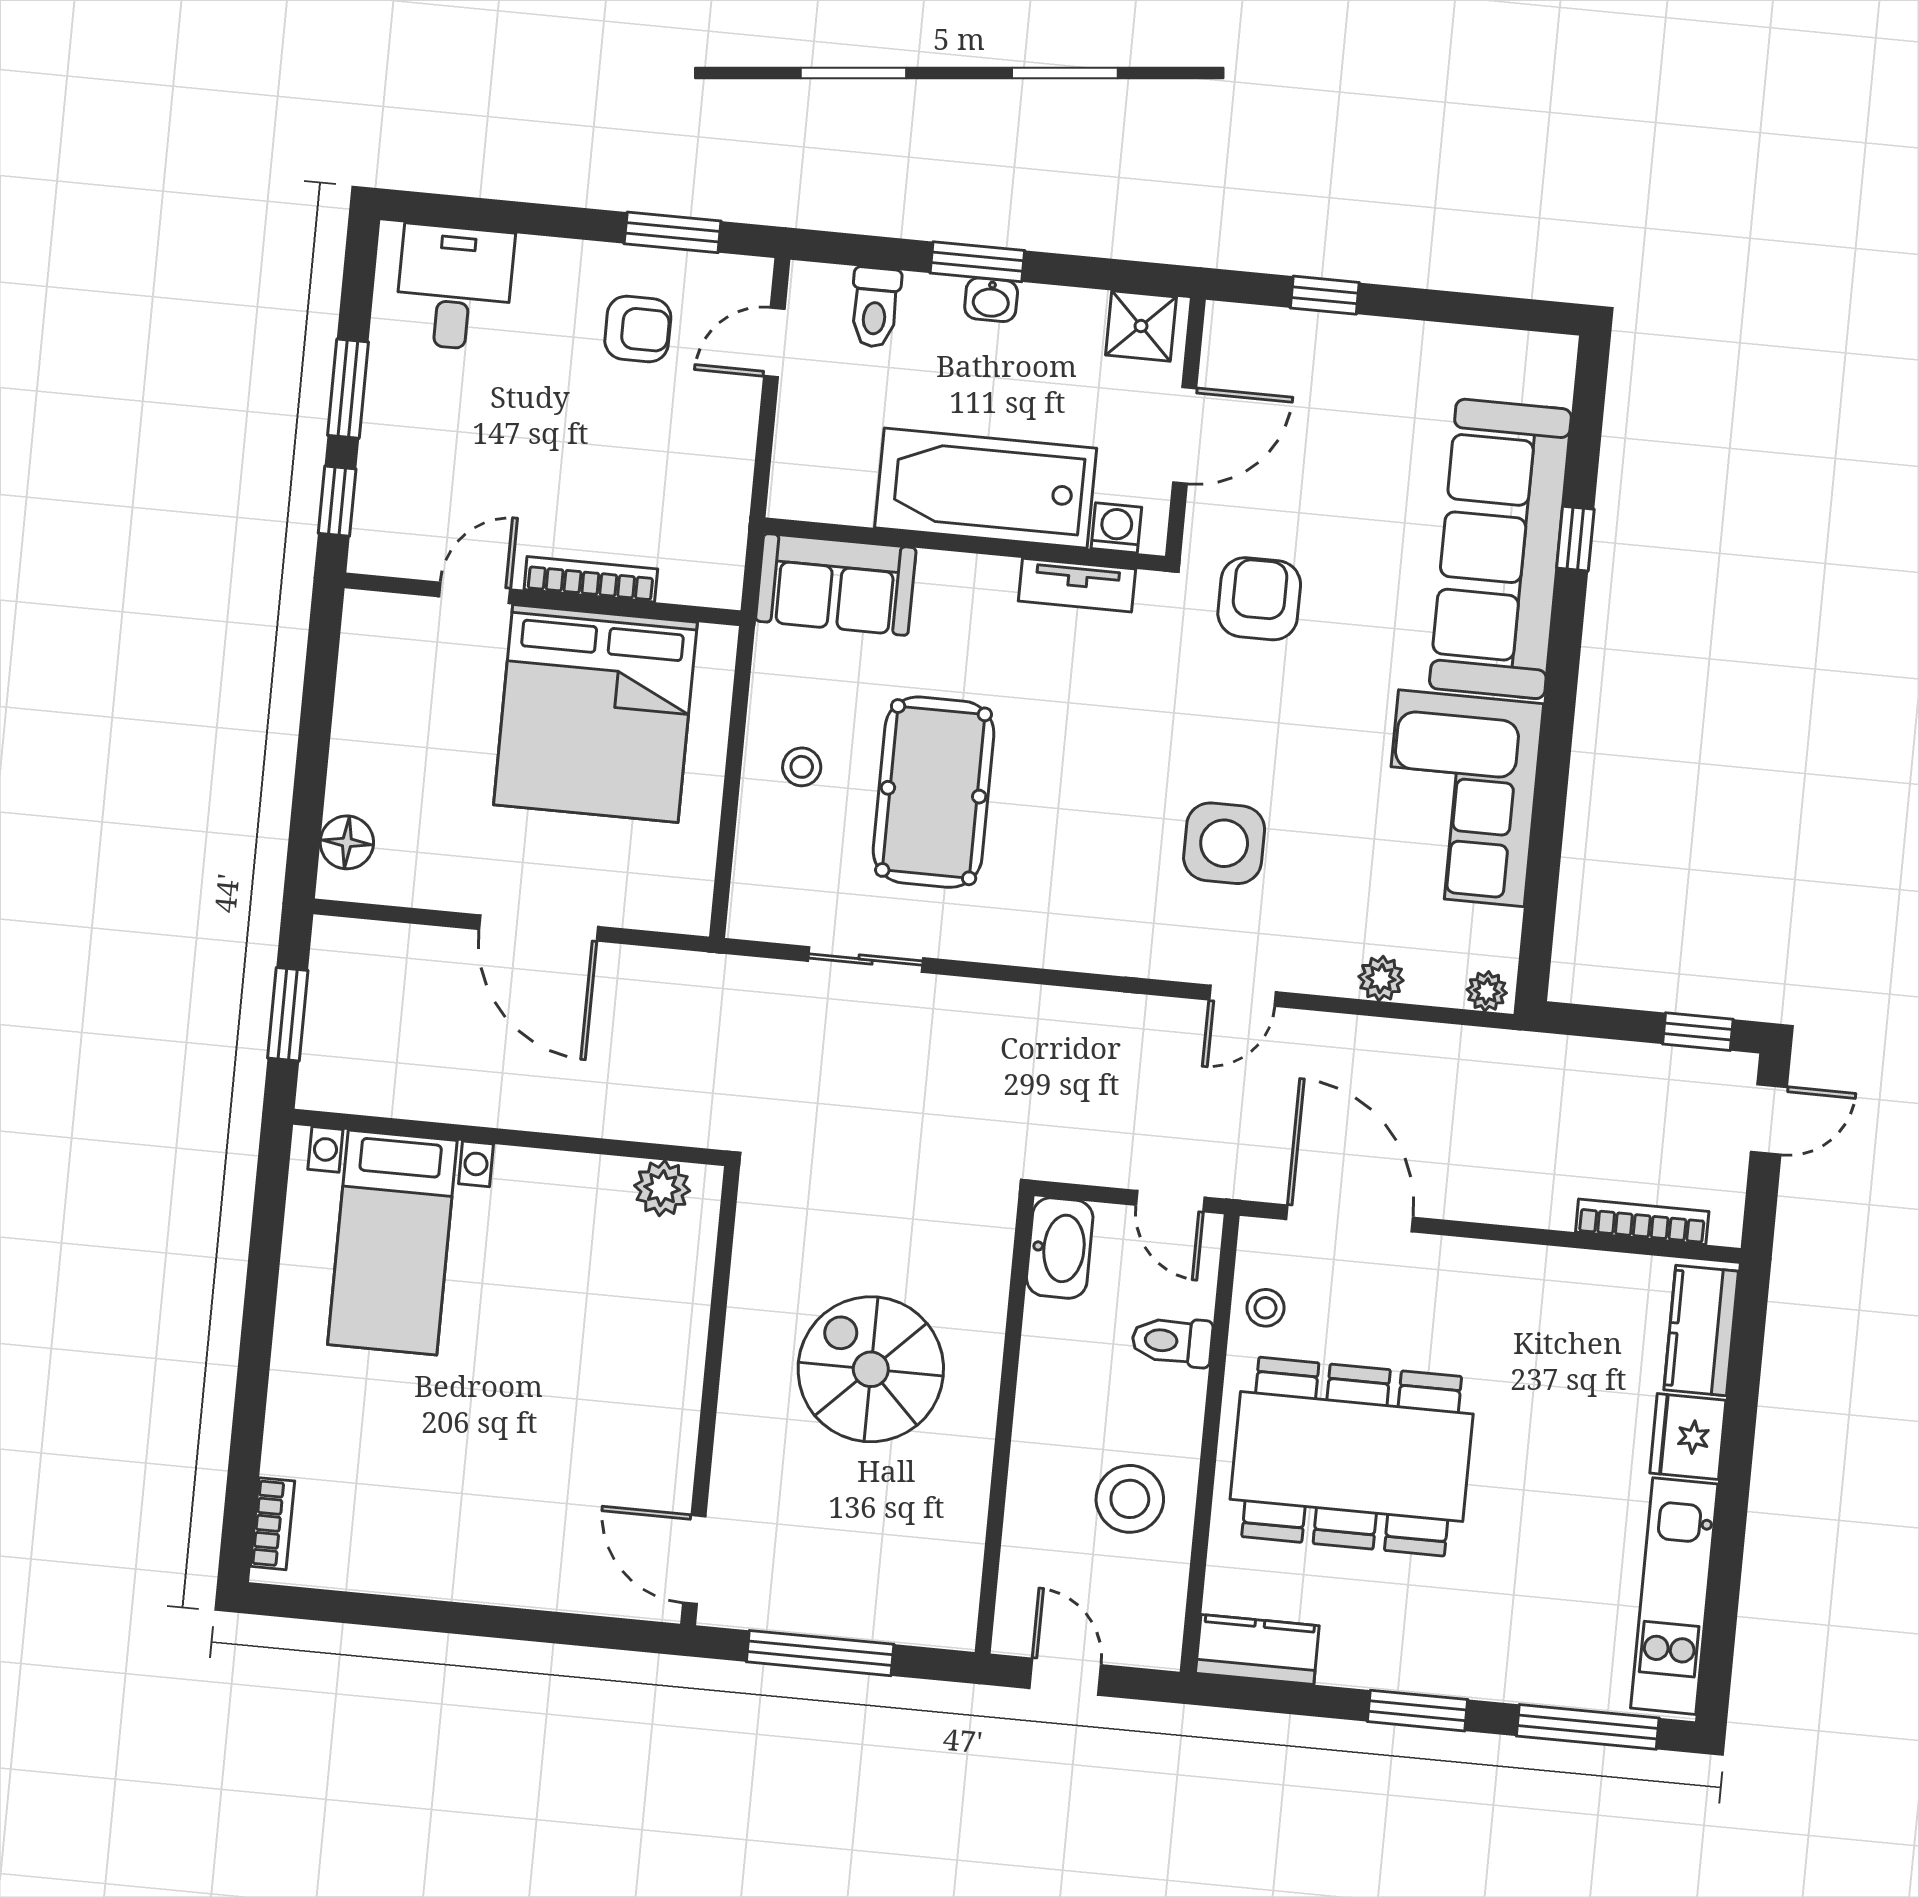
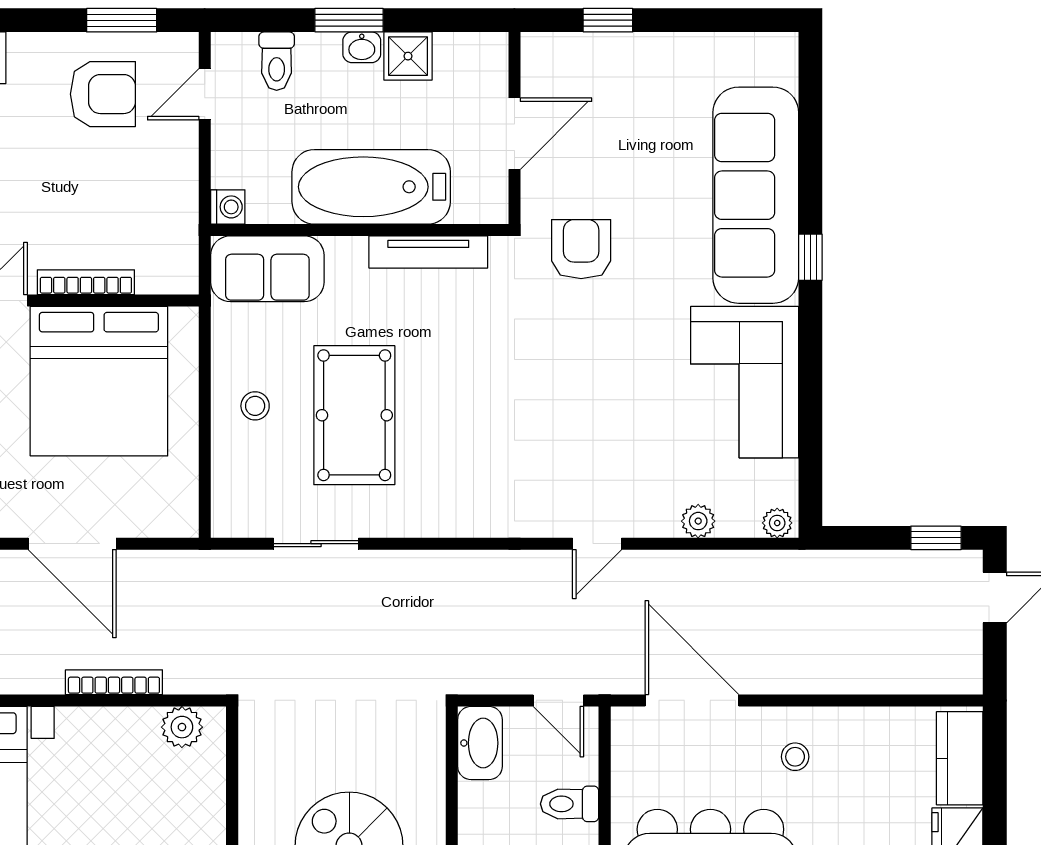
shower: (1141, 326) -> (408, 56), moved
armchair: (638, 329) -> (103, 94), width x1.38, depth x1.38
washing machine: (1116, 528) -> (228, 207), moved, turned 90
window: (1575, 539) -> (810, 257), moved
tv unit: (1077, 585) -> (428, 252), width x1.41
side table: (1224, 843) -> (573, 432), removed
bookcase: (1642, 1222) -> (114, 682), moved
stool: (1266, 1308) -> (795, 757), moved

